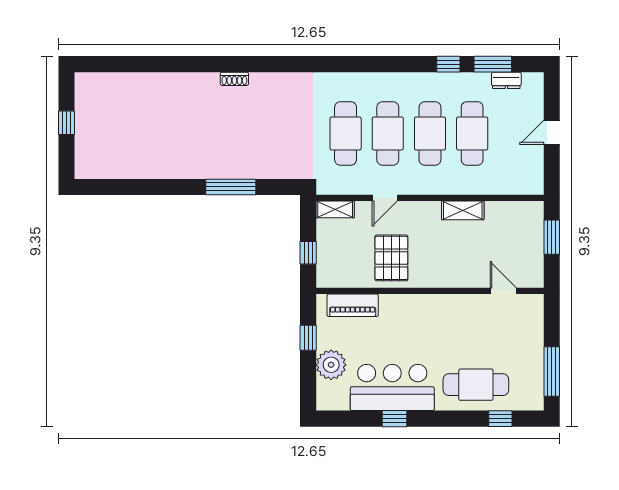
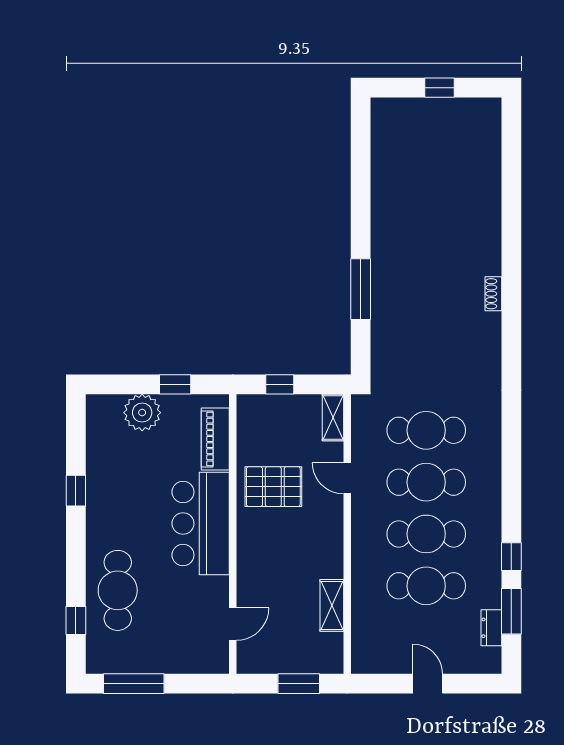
shelving: (463, 210) -> (332, 605), moved
bar counter: (392, 388) -> (201, 524), moved, turned 180

